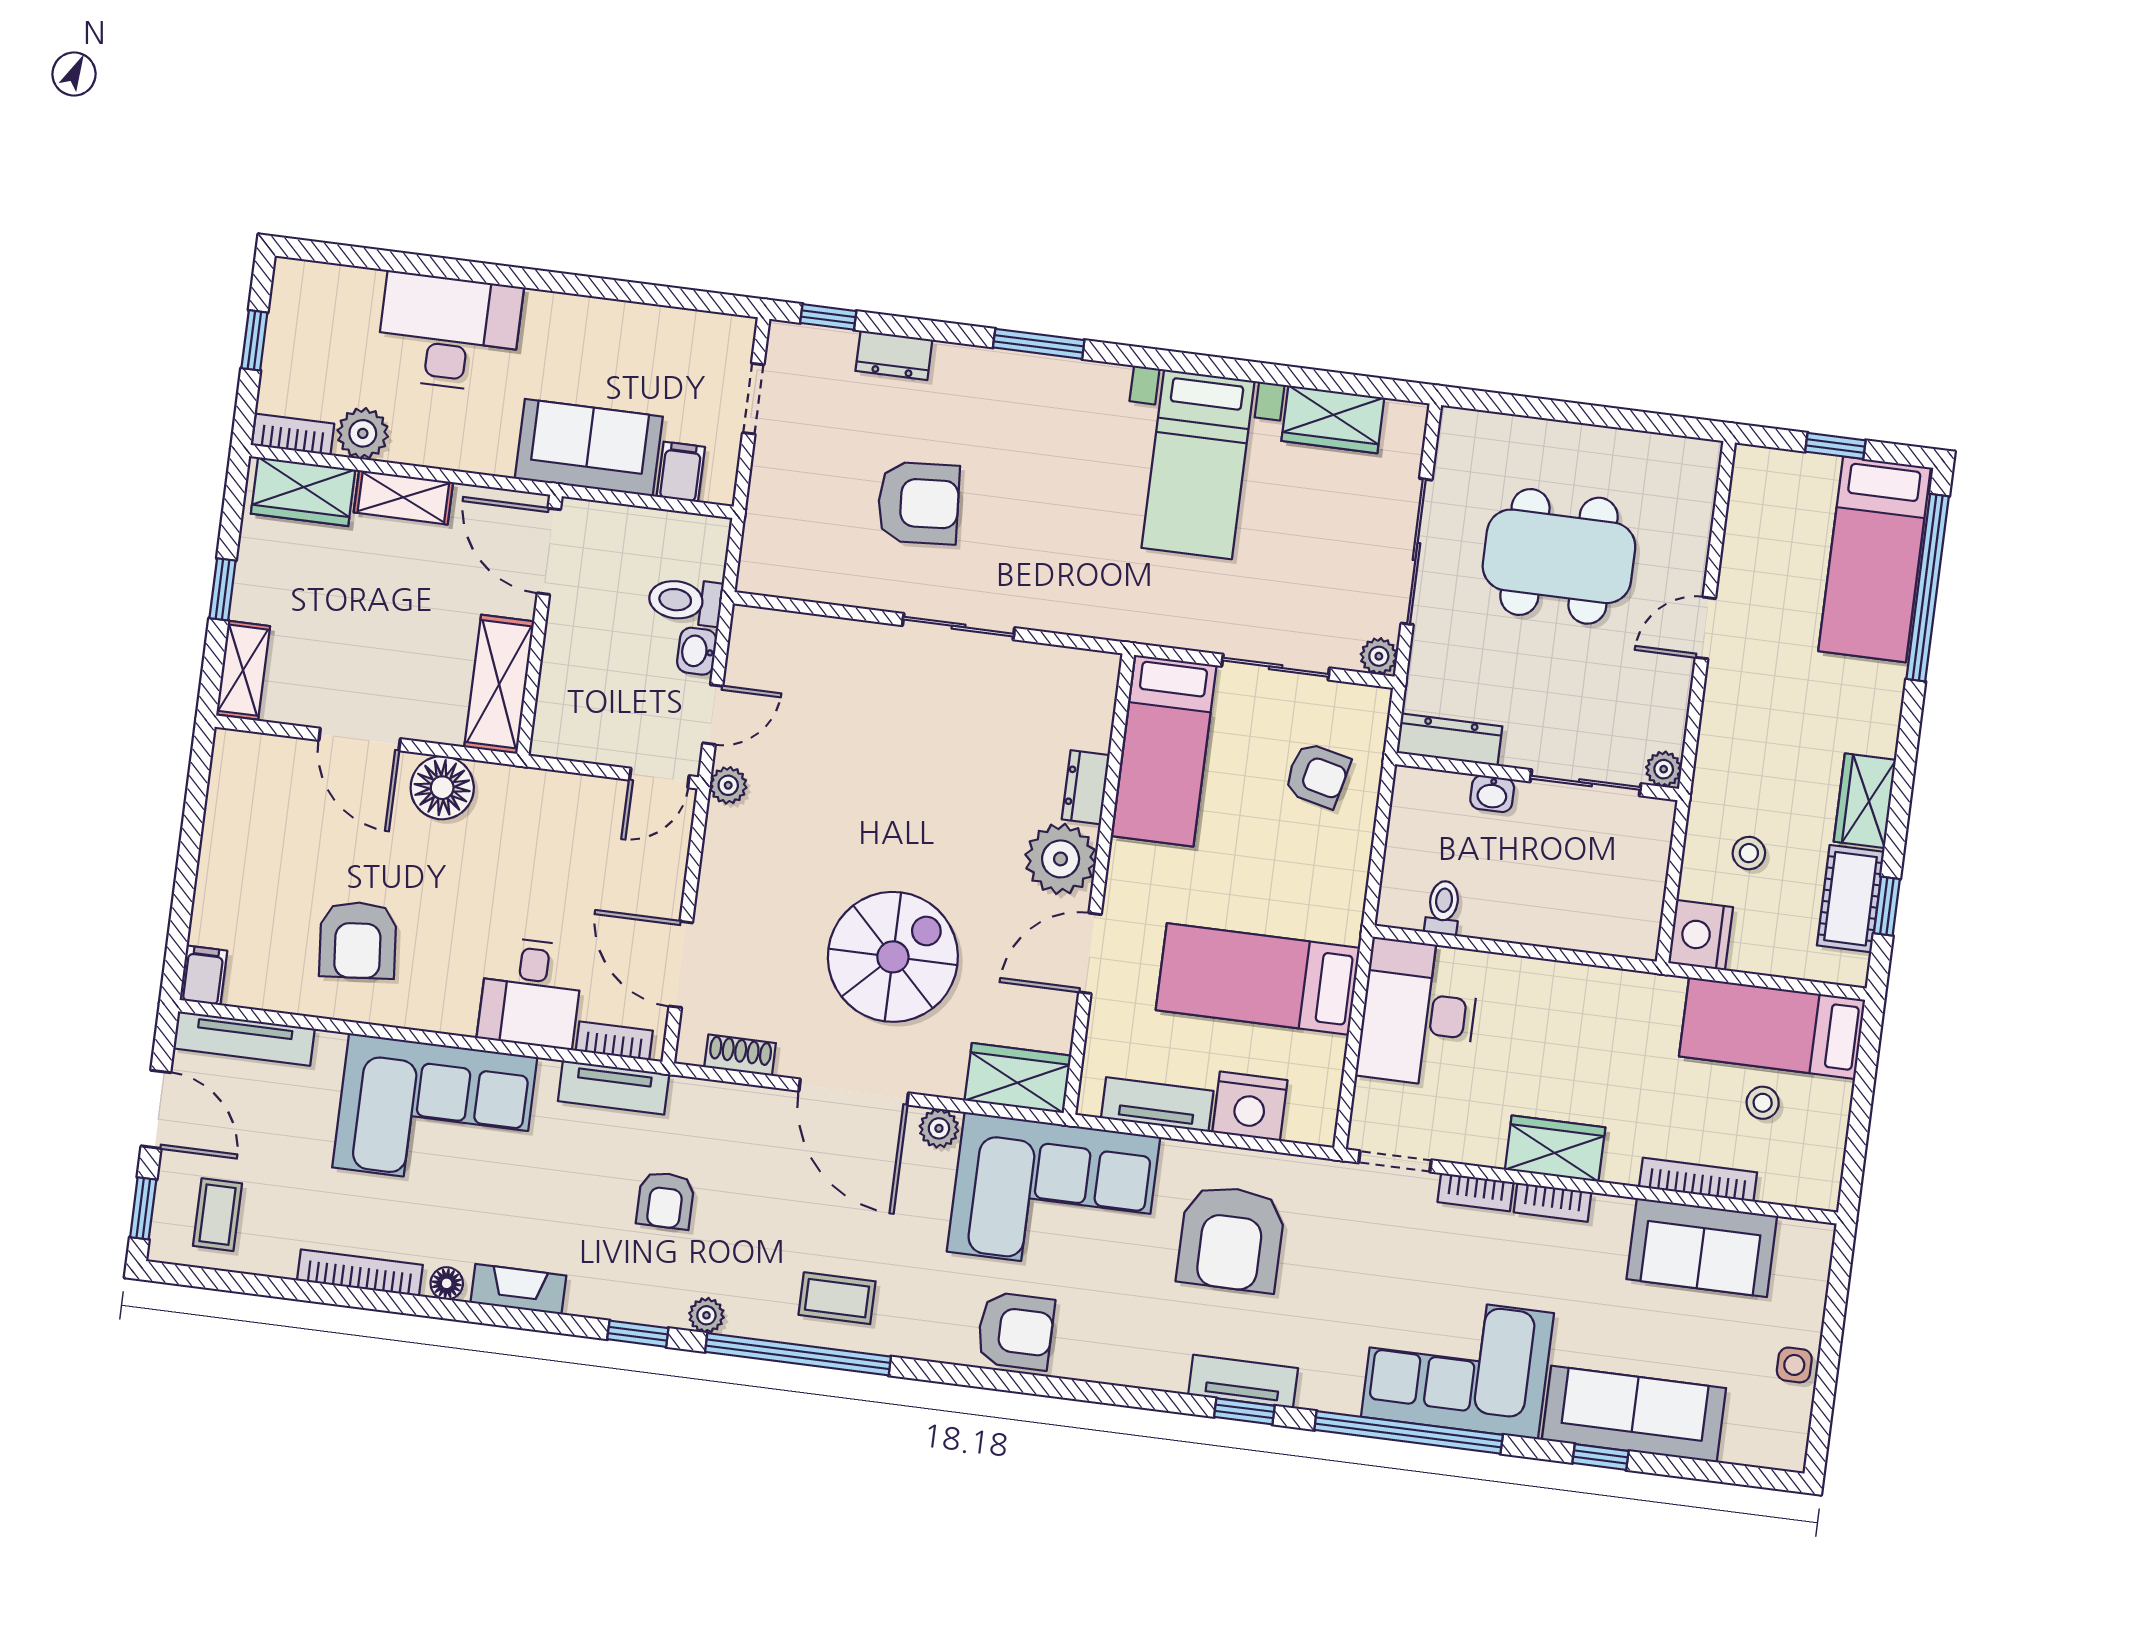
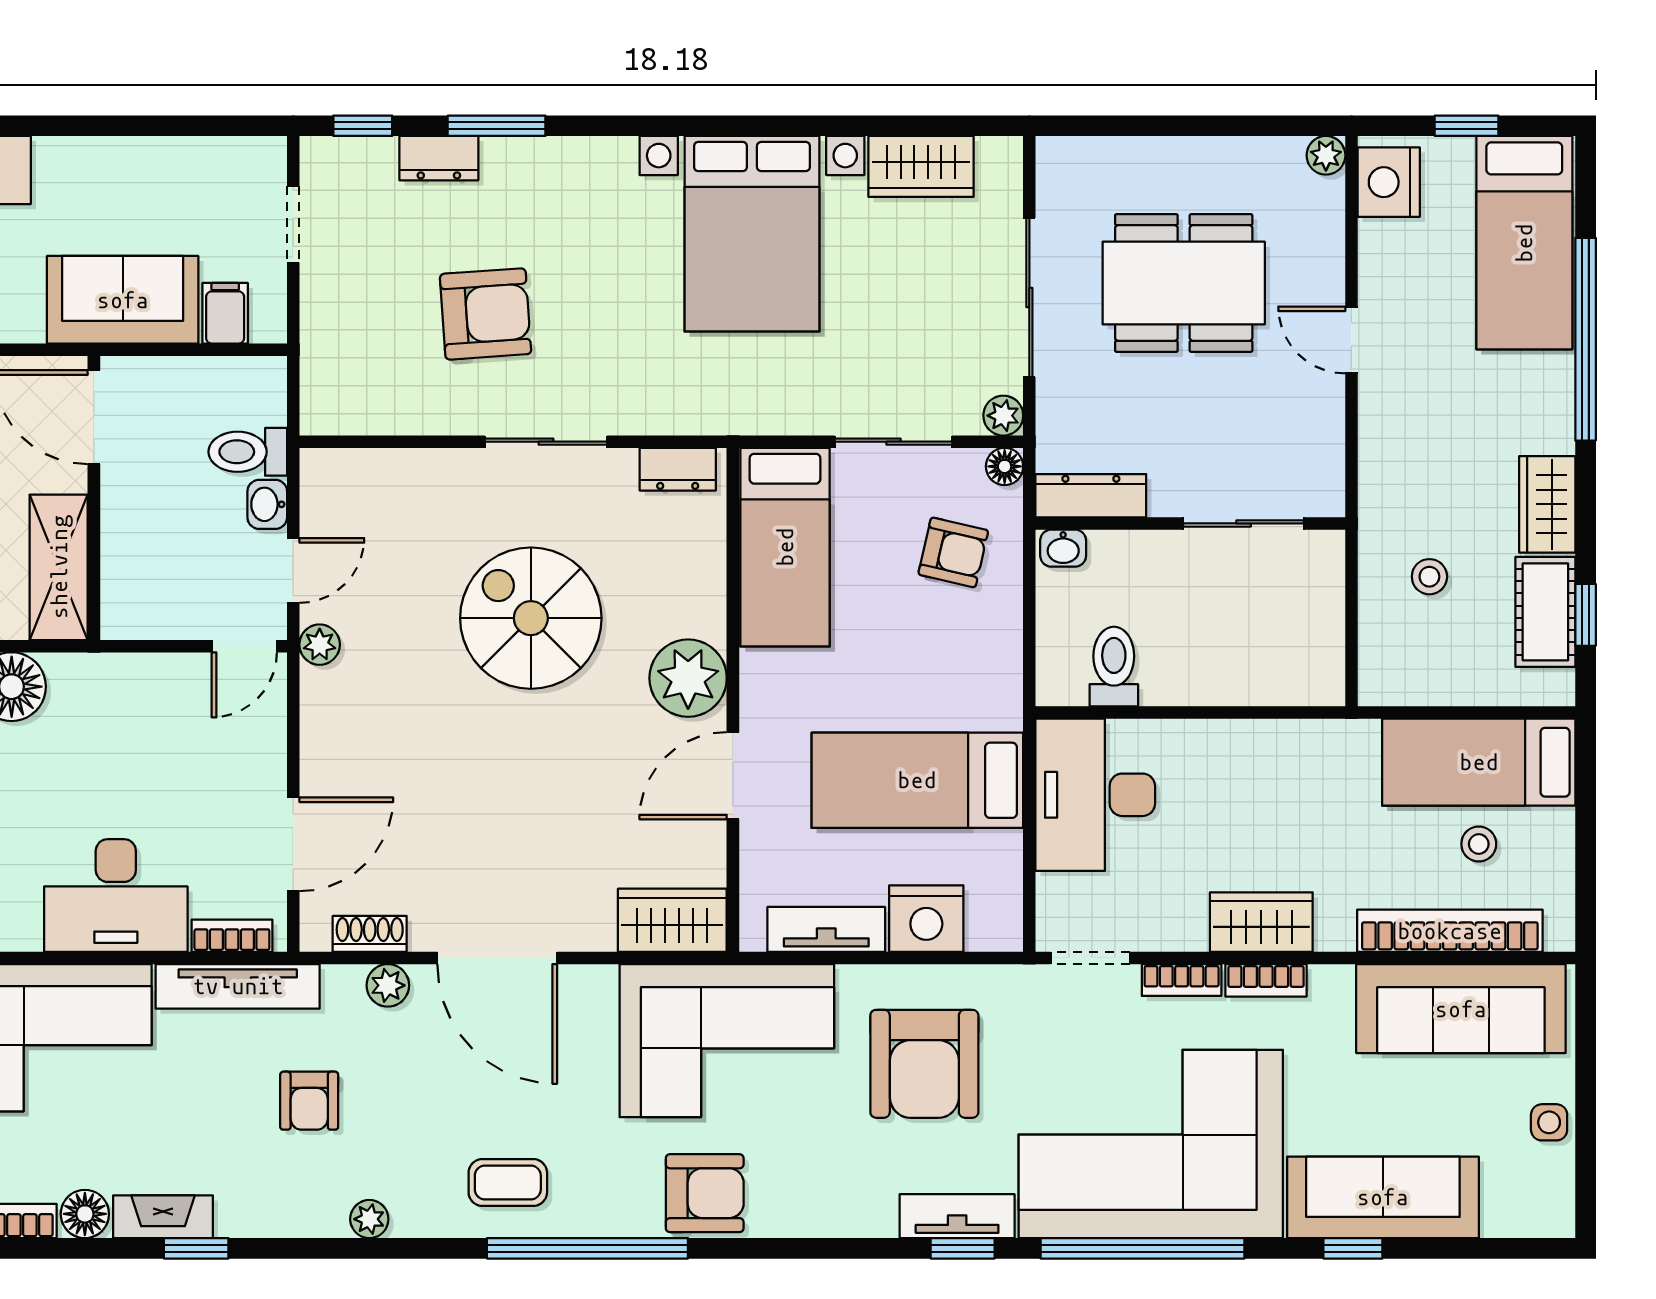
window: (1039, 344) -> (497, 126), moved
bed with nightstands: (1198, 464) -> (752, 234), width x1.36
window: (1928, 588) -> (1586, 339), moved
door: (1705, 628) -> (1351, 340), hinge flipped
floor lamp: (1374, 703) -> (1005, 466), added
plant: (1664, 769) -> (1326, 155), moved
dresser: (1086, 787) -> (678, 469), moved, turned -90
washbasin: (1492, 794) -> (1063, 548), moved
toilet: (1443, 908) -> (1114, 667), width x1.37, depth x1.39
nightstand: (1701, 935) -> (1389, 182), moved
spiral stairs: (893, 957) -> (531, 618), moved, turned -90
door: (681, 964) -> (293, 844), swing flipped
desk: (531, 993) -> (116, 895), width x1.37
tv unit: (614, 1088) -> (238, 986), width x1.41
plant: (939, 1128) -> (388, 985), moved
bookcase: (1698, 1180) -> (1450, 931), width x1.48, depth x1.31
sofa: (1702, 1248) -> (1461, 1009), width x1.36
floor lamp: (447, 1283) -> (85, 1214), width x1.37, depth x1.37
window: (638, 1334) -> (196, 1248), moved
window: (798, 1354) -> (587, 1248), moved
corner sofa: (1457, 1365) -> (1151, 1144), width x1.36, depth x1.36

